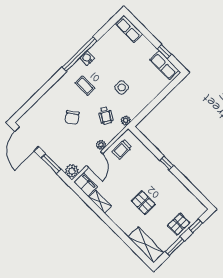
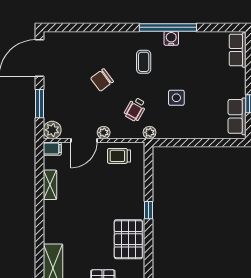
filing cabinet: (85, 185) -> (52, 149), width x0.50
pallet: (143, 203) -> (128, 239), moved, width x1.50, depth x1.42

